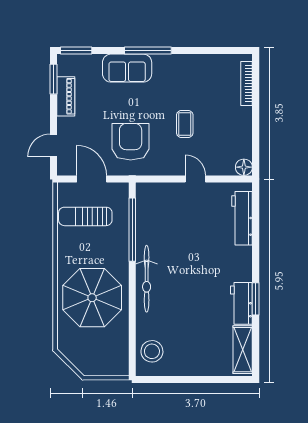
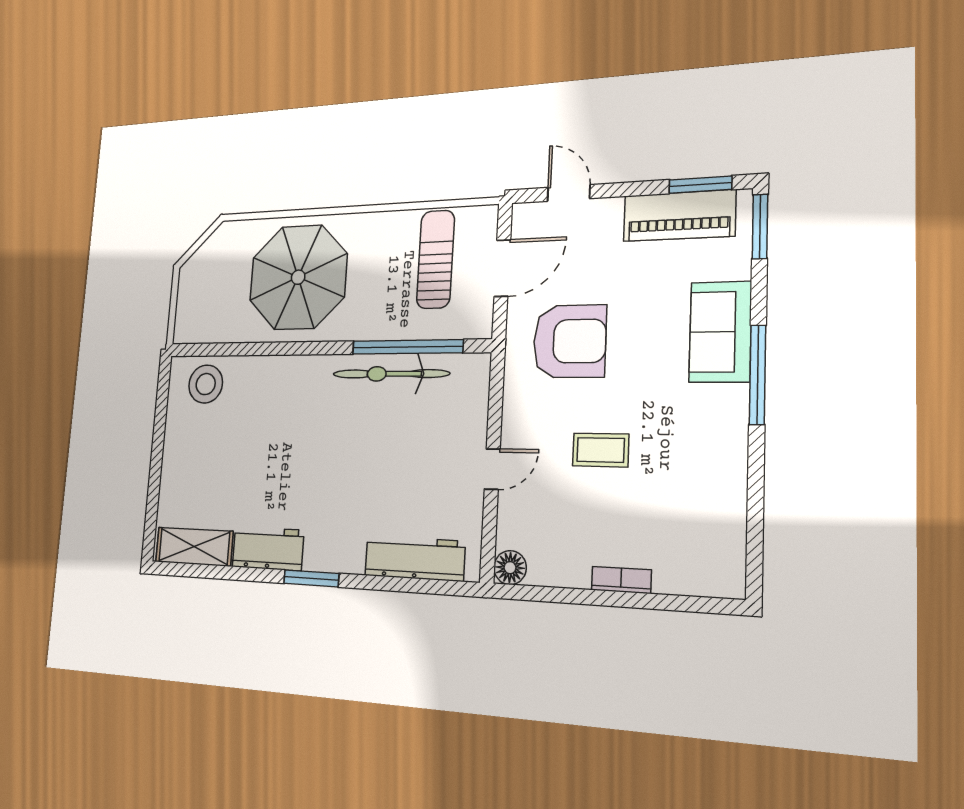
bookcase: (247, 84) -> (621, 580), moved, width x0.64
piano: (66, 96) -> (679, 216), width x1.37, depth x1.33
bicycle: (147, 279) -> (391, 374), moved
window: (256, 299) -> (311, 578), moved

